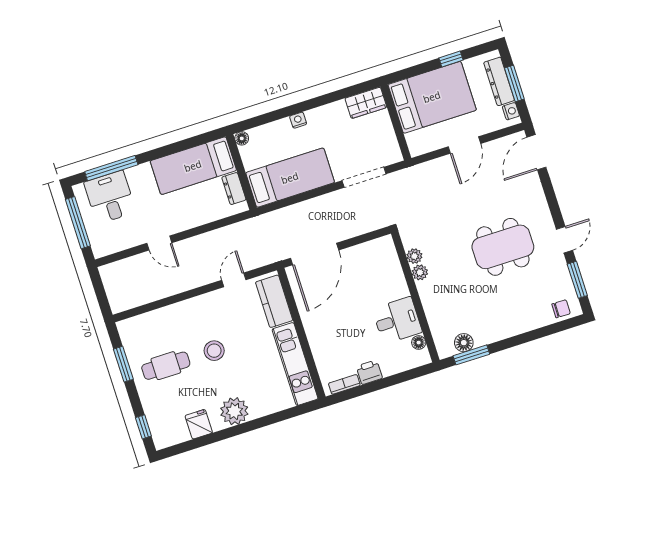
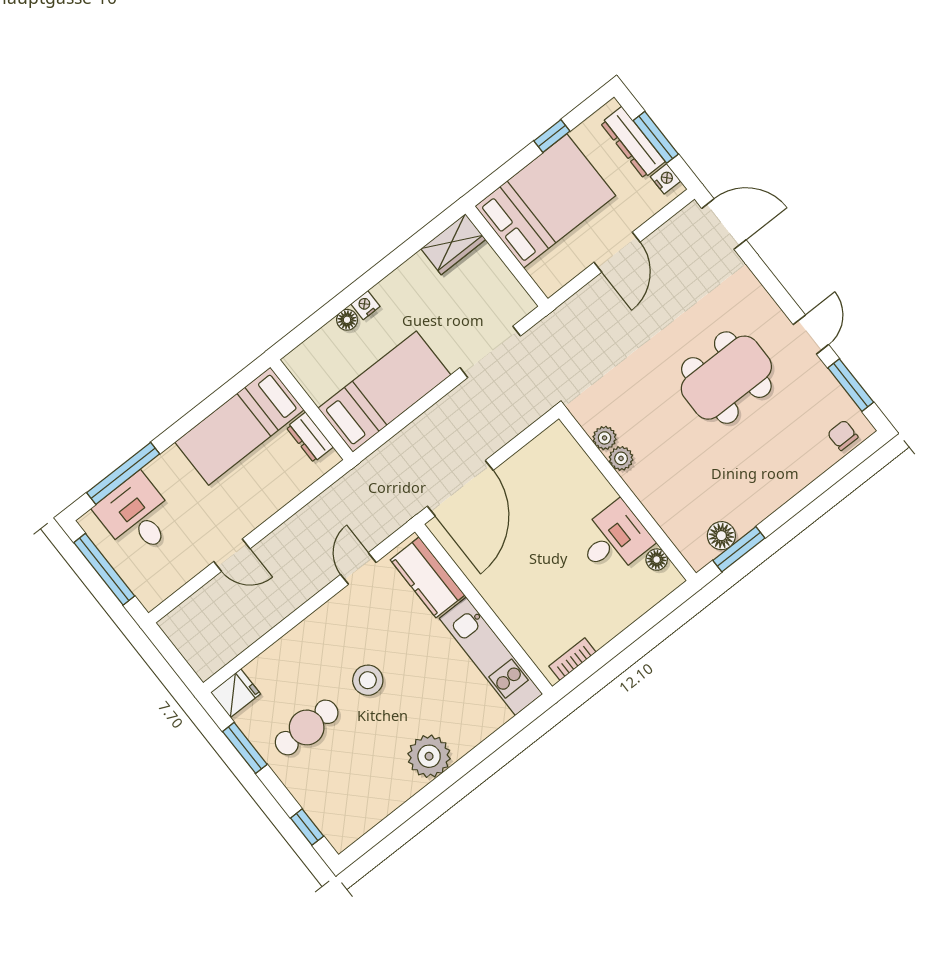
floor lamp: (242, 138) -> (347, 320), moved
door: (536, 152) -> (724, 224), swing flipped
chair: (561, 309) -> (843, 435), turned -91
printer: (369, 372) -> (602, 628), removed
fridge: (199, 424) -> (236, 693), moved, turned 90

